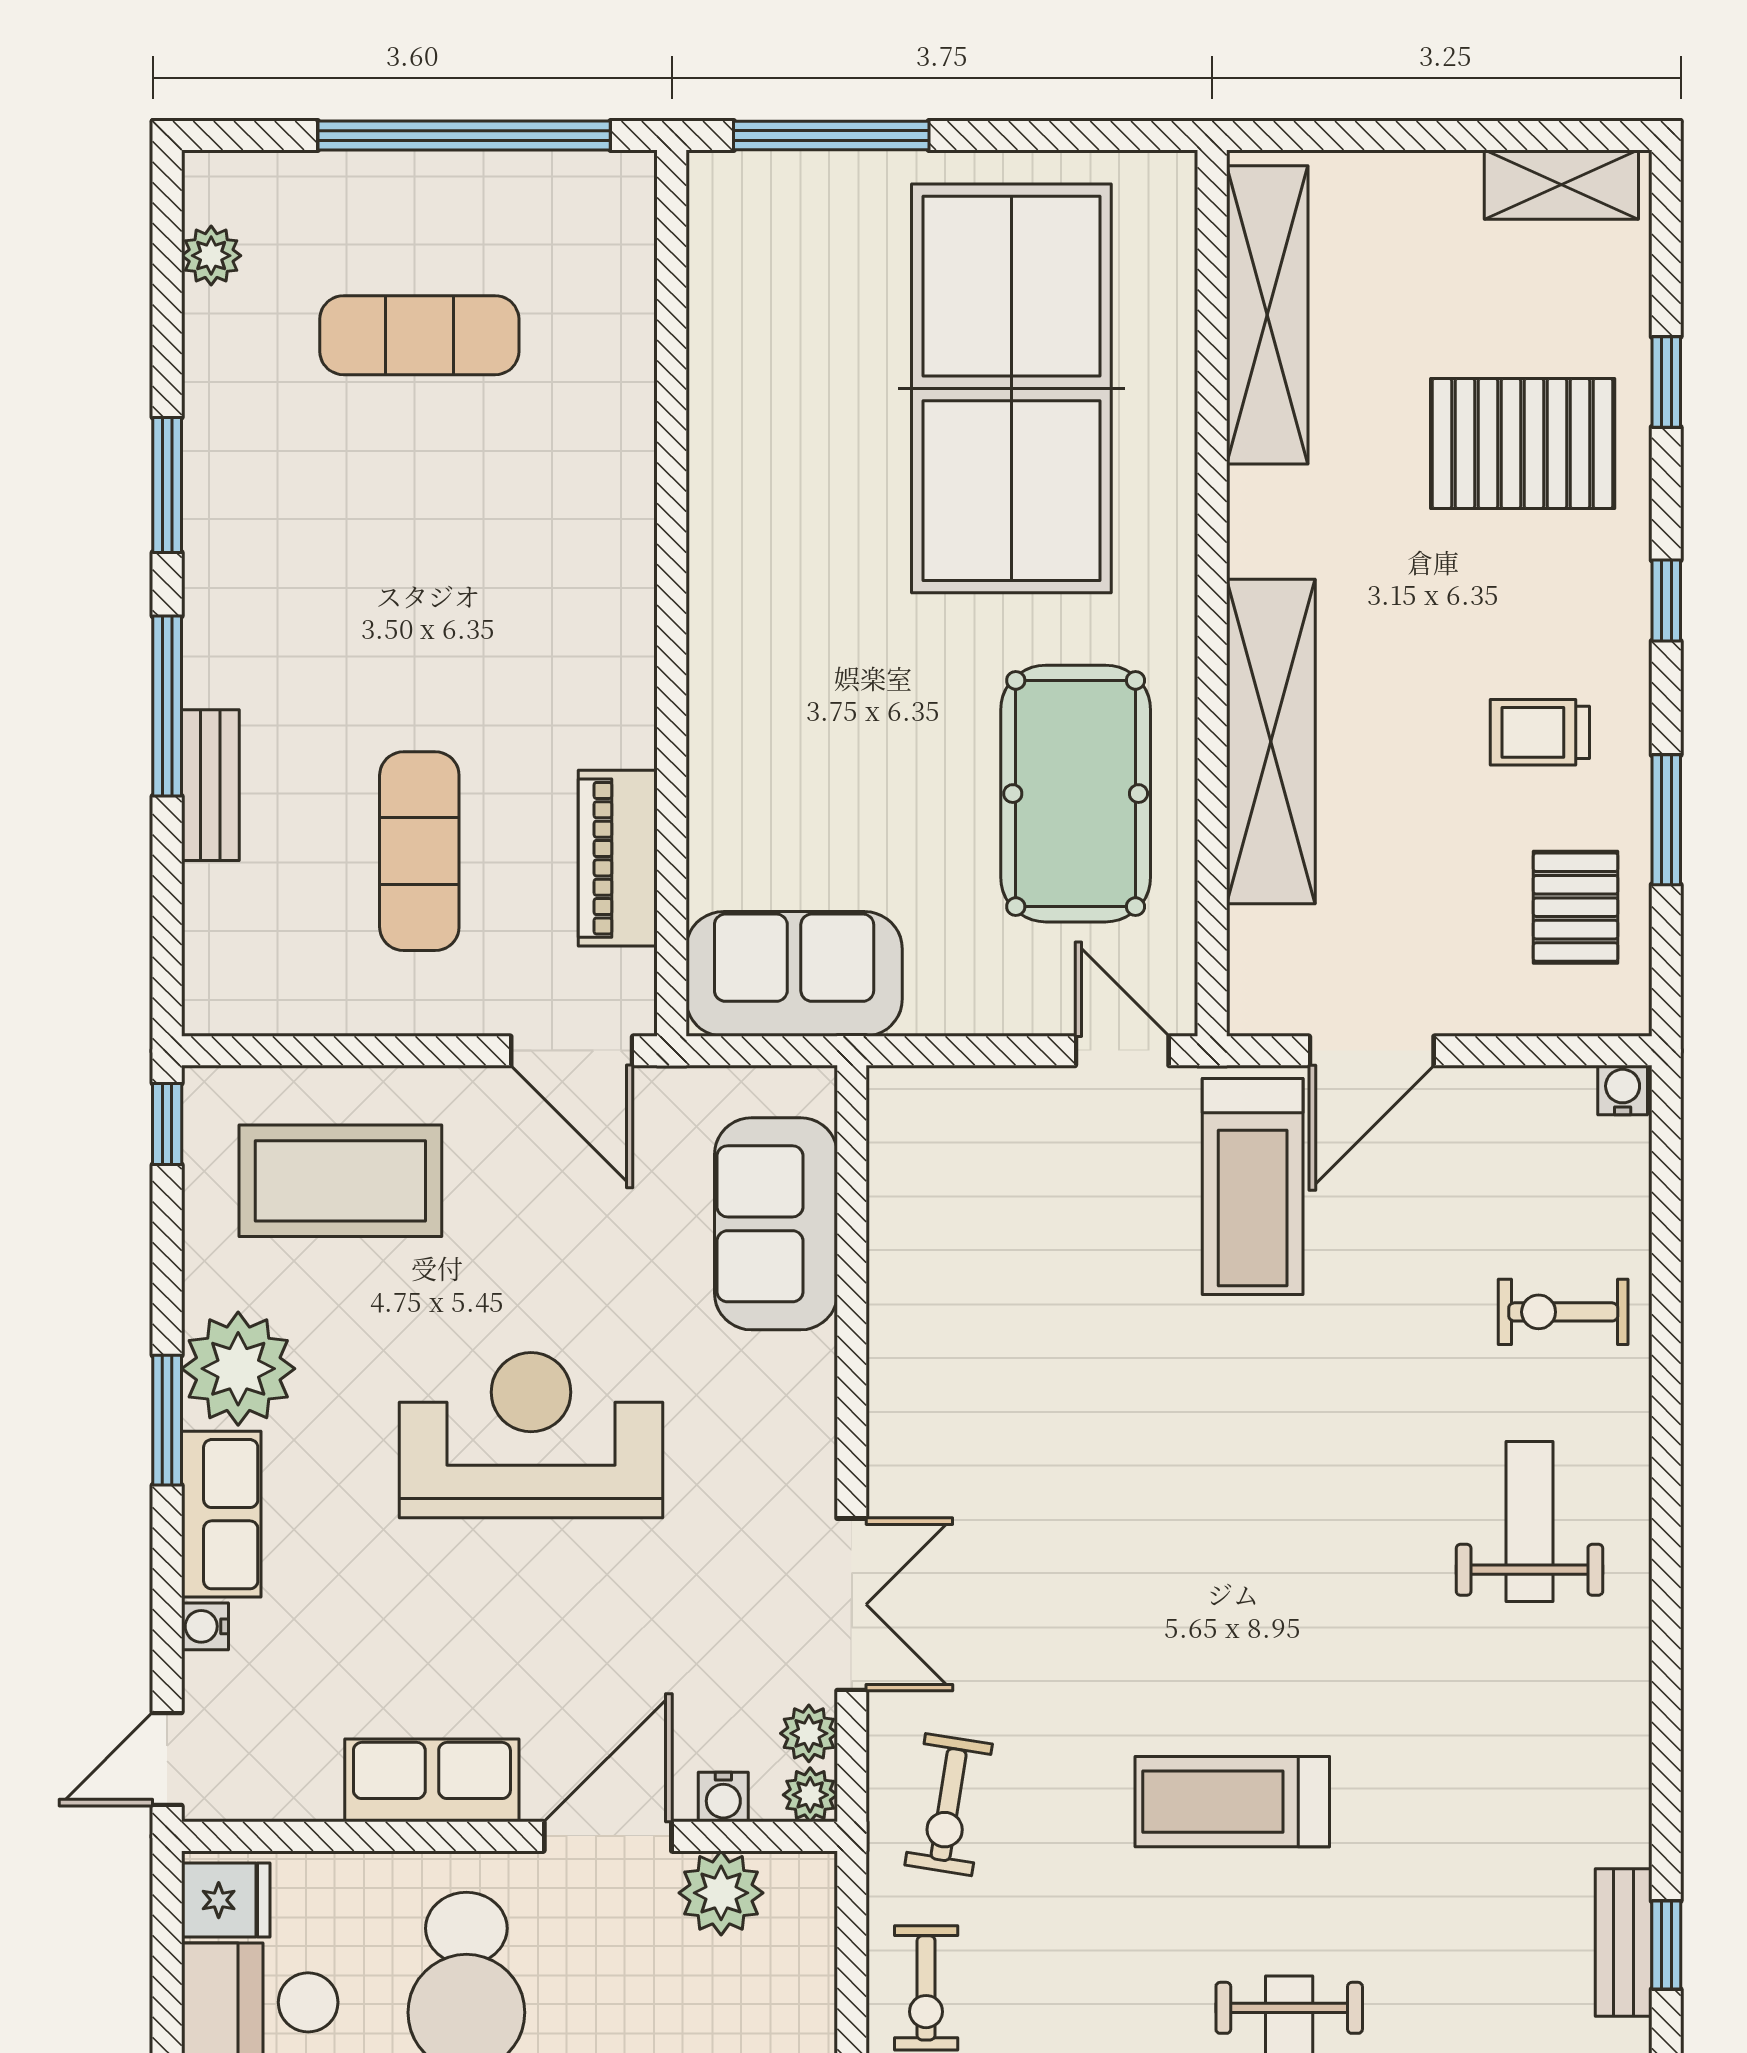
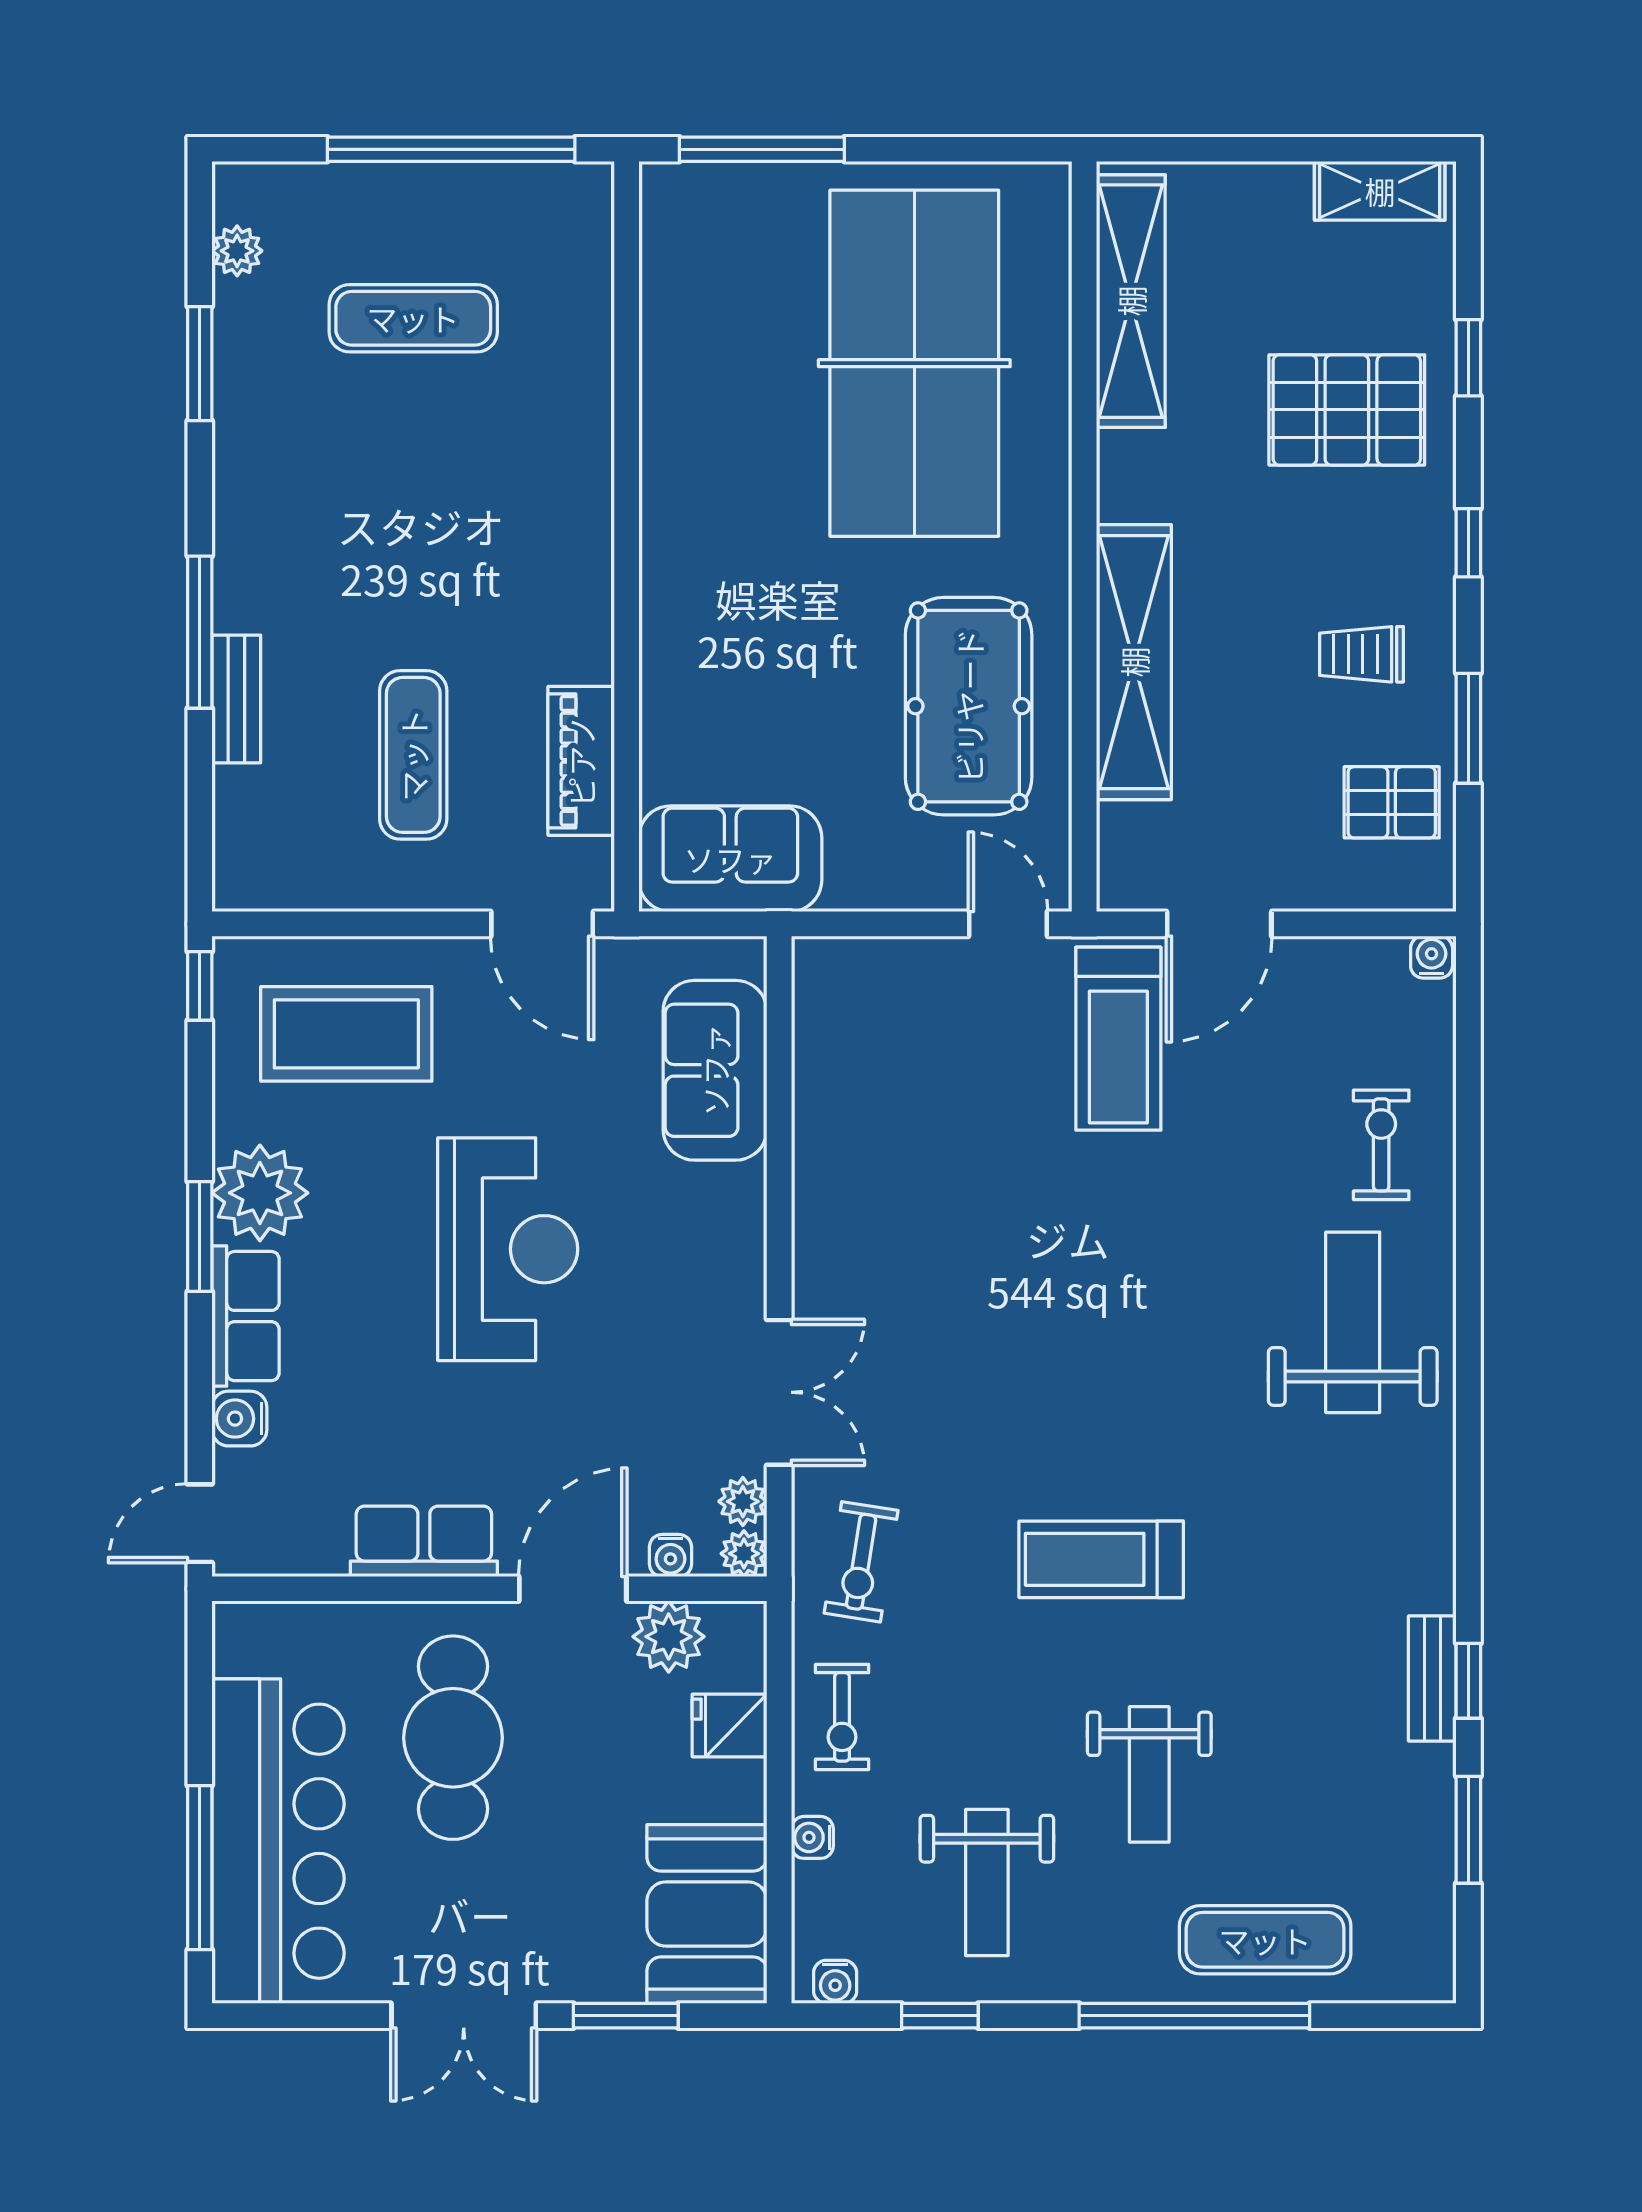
window: (167, 485) -> (200, 364), moved
pallet: (1576, 907) -> (1392, 802), turned 90
exercise bike: (1563, 1312) -> (1381, 1145), turned 90
reception desk: (531, 1435) -> (508, 1249), turned 90
weight bench: (1529, 1522) -> (1353, 1322), width x1.36, depth x1.33
water cooler: (205, 1626) -> (239, 1419), width x1.38, depth x1.38
fridge: (226, 1900) -> (730, 1725), moved, turned 180

